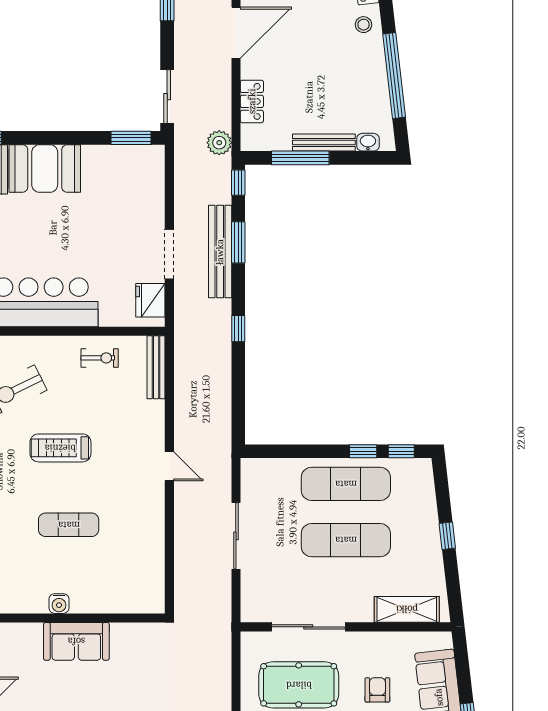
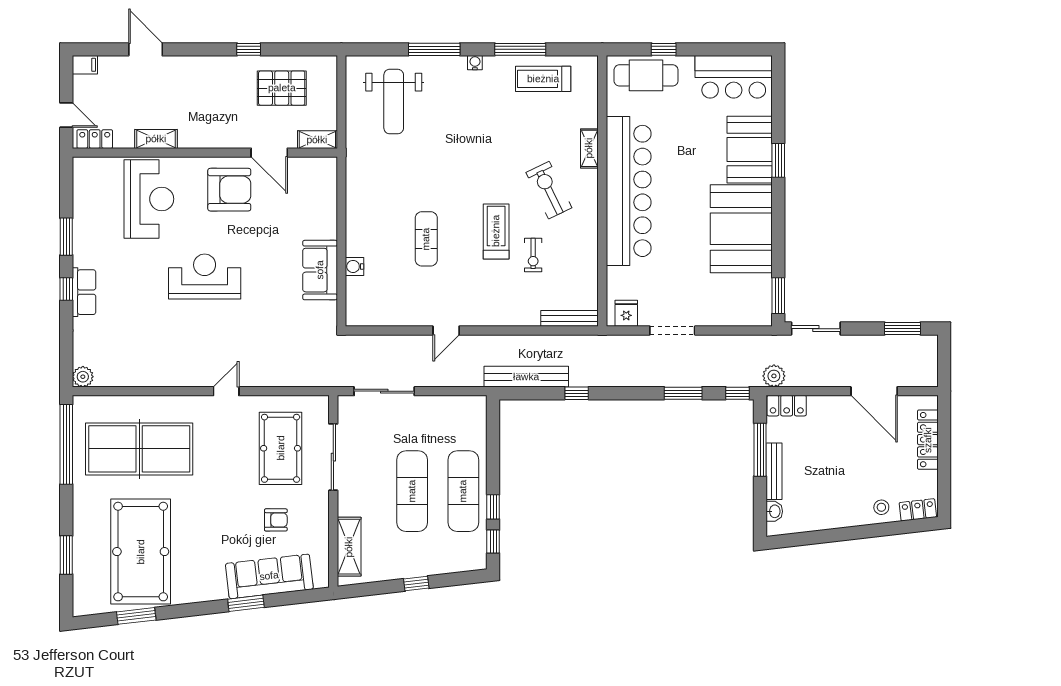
window: (394, 76) -> (835, 535), removed
locker: (252, 101) -> (787, 406), moved
booth: (45, 168) -> (741, 229), width x1.36, depth x1.42
bench: (220, 252) -> (526, 377), moved
fridge: (150, 300) -> (626, 313), width x0.72
window: (238, 329) -> (577, 393), moved
exercise bike: (100, 358) -> (533, 255), moved
door: (169, 466) -> (446, 331), moved
sliding door: (236, 536) -> (384, 391), moved
water cooler: (59, 604) -> (354, 266), moved
sofa: (76, 641) -> (320, 270), moved

